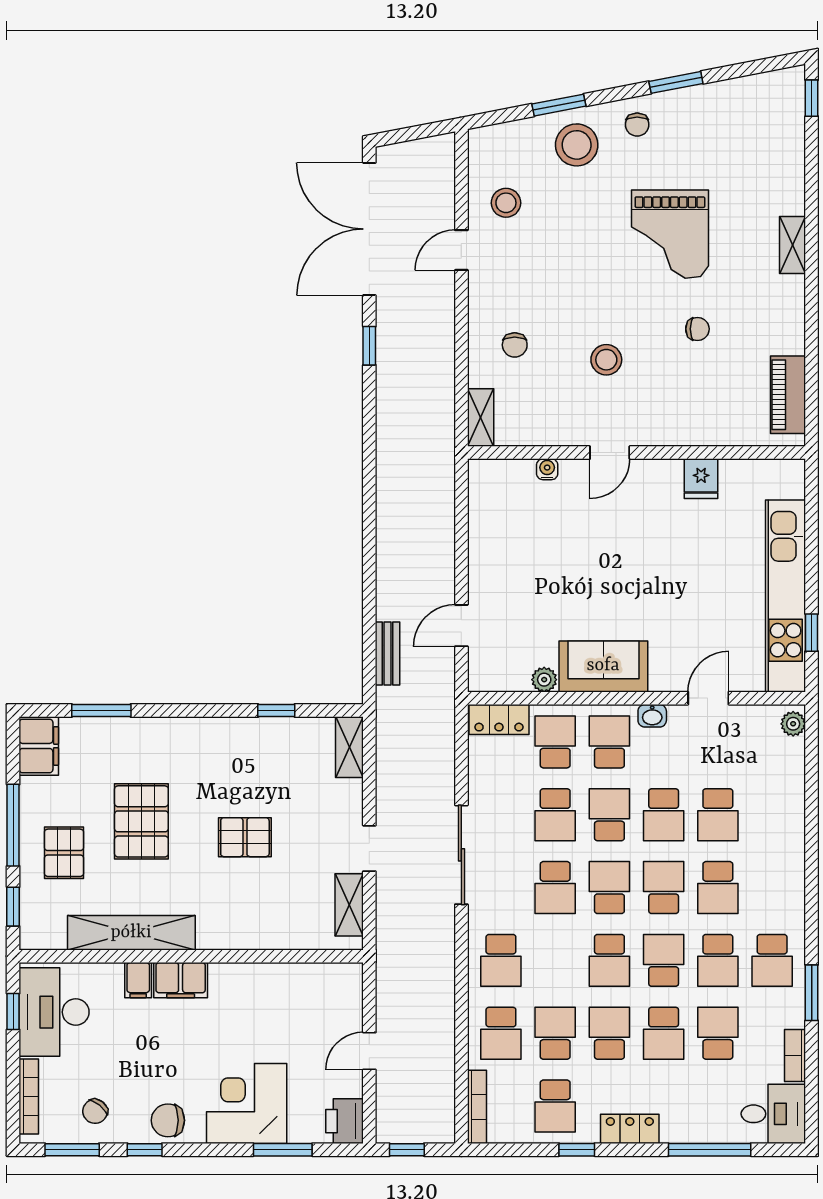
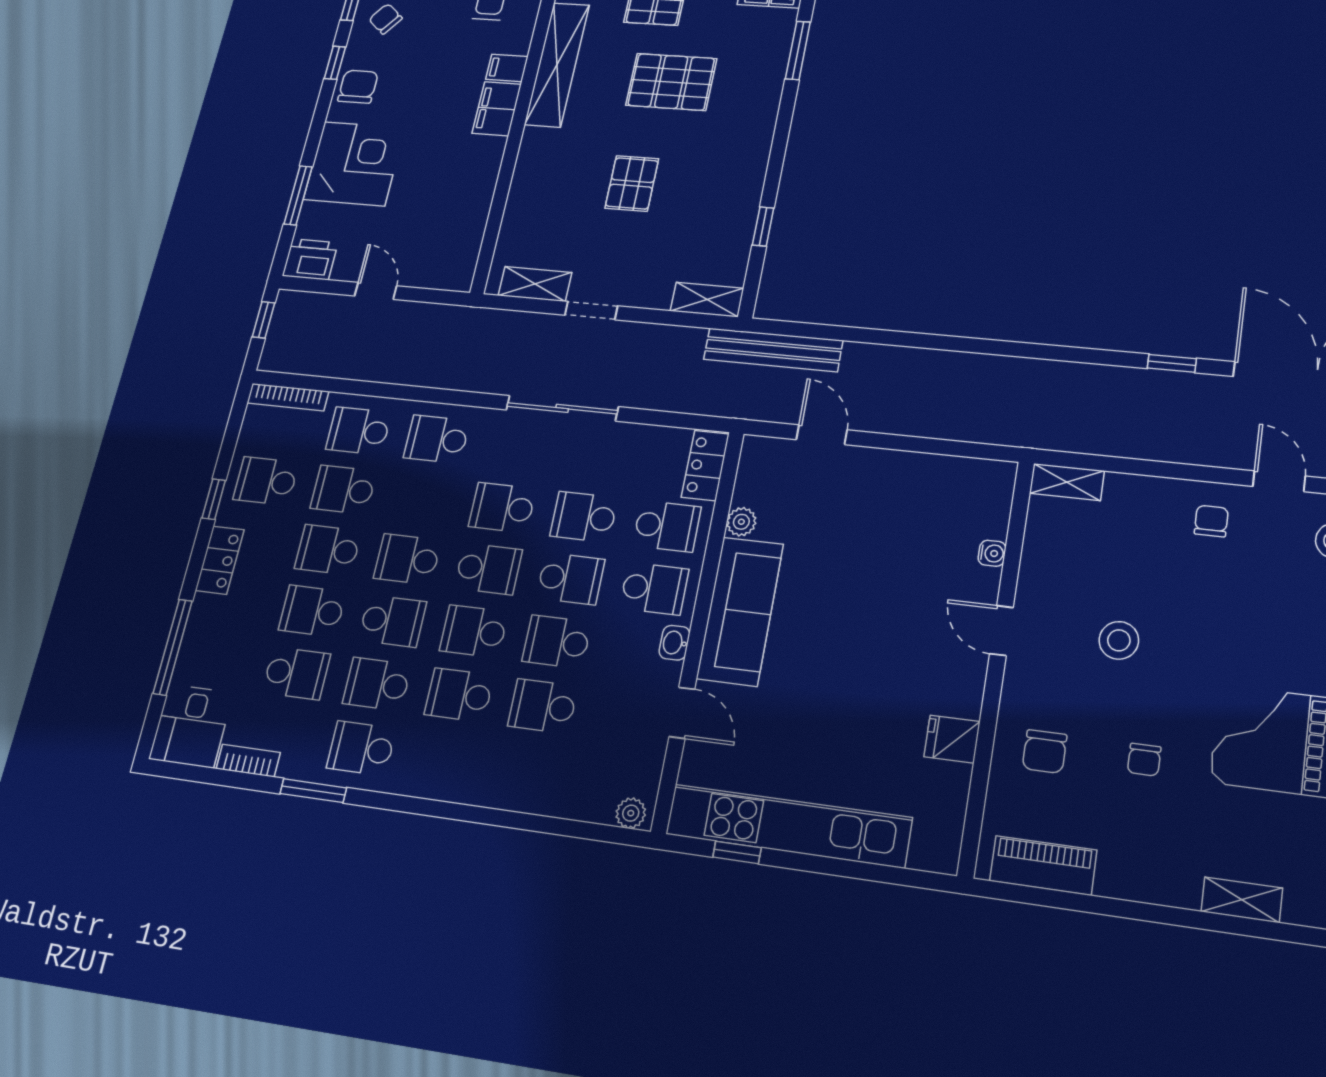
chair: (515, 345) -> (1211, 521), moved, turned 90
chair: (701, 406) -> (1045, 752), added
bench: (387, 653) -> (773, 350), width x1.86, depth x1.21
sofa: (603, 666) -> (740, 611), width x1.36
school desk: (664, 888) -> (474, 631), turned 180
school desk: (555, 1033) -> (343, 490), turned 180
school desk: (609, 1033) -> (328, 550), turned 180

